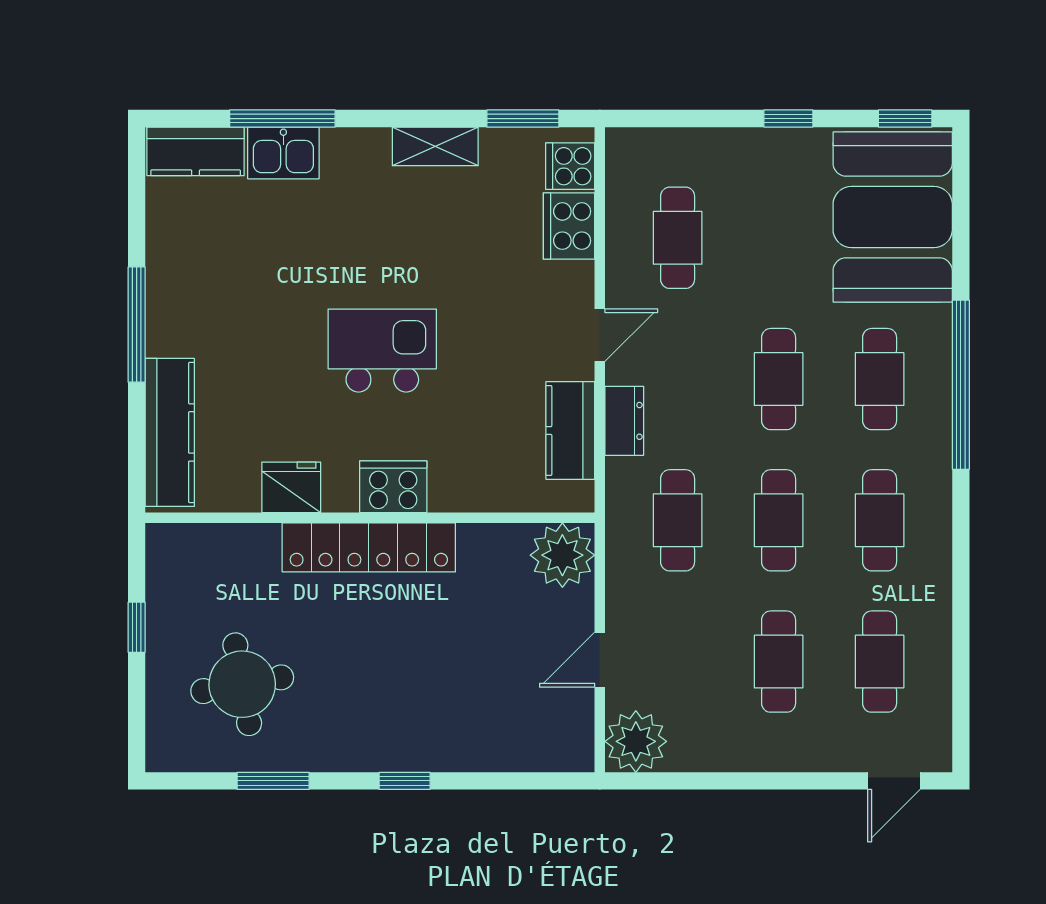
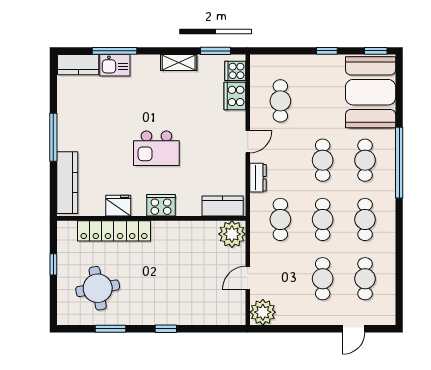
kitchen island: (382, 351) -> (156, 148), turned 180
kitchen counter: (570, 431) -> (223, 206), moved, turned 90
locker: (369, 547) -> (114, 231), moved
door: (894, 781) -> (354, 329), moved

